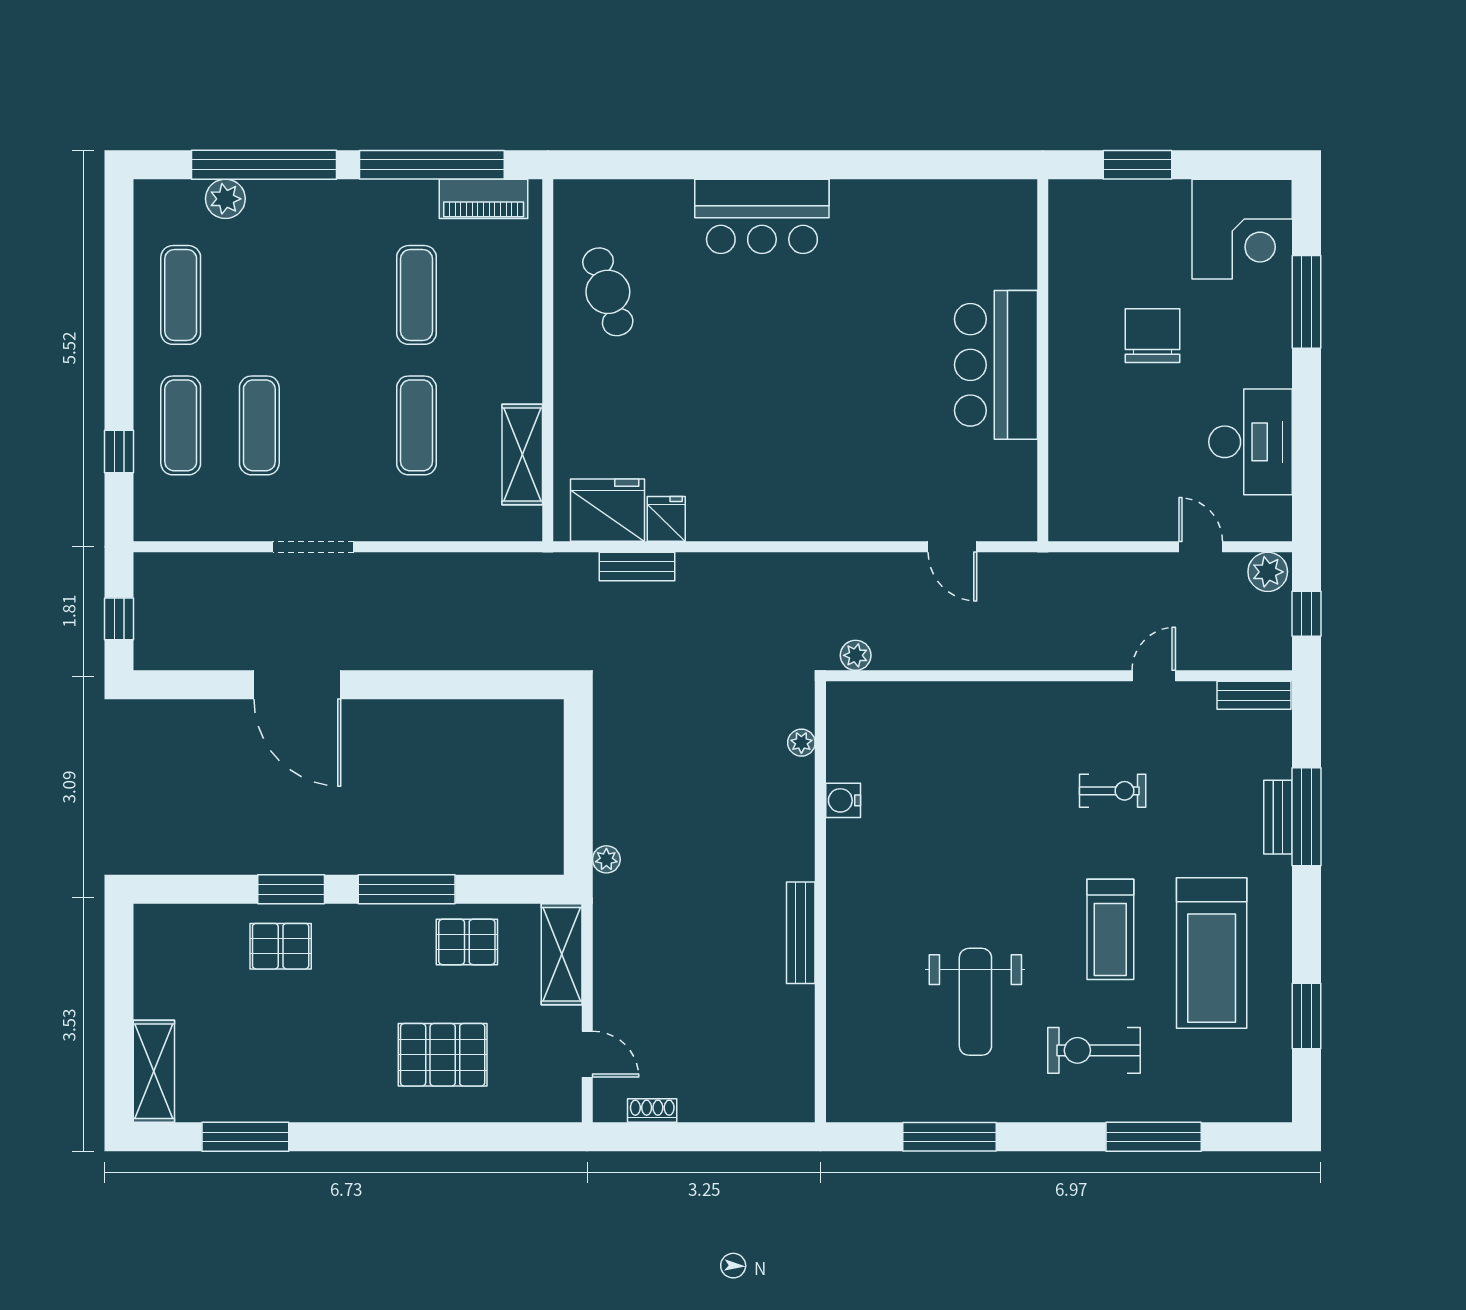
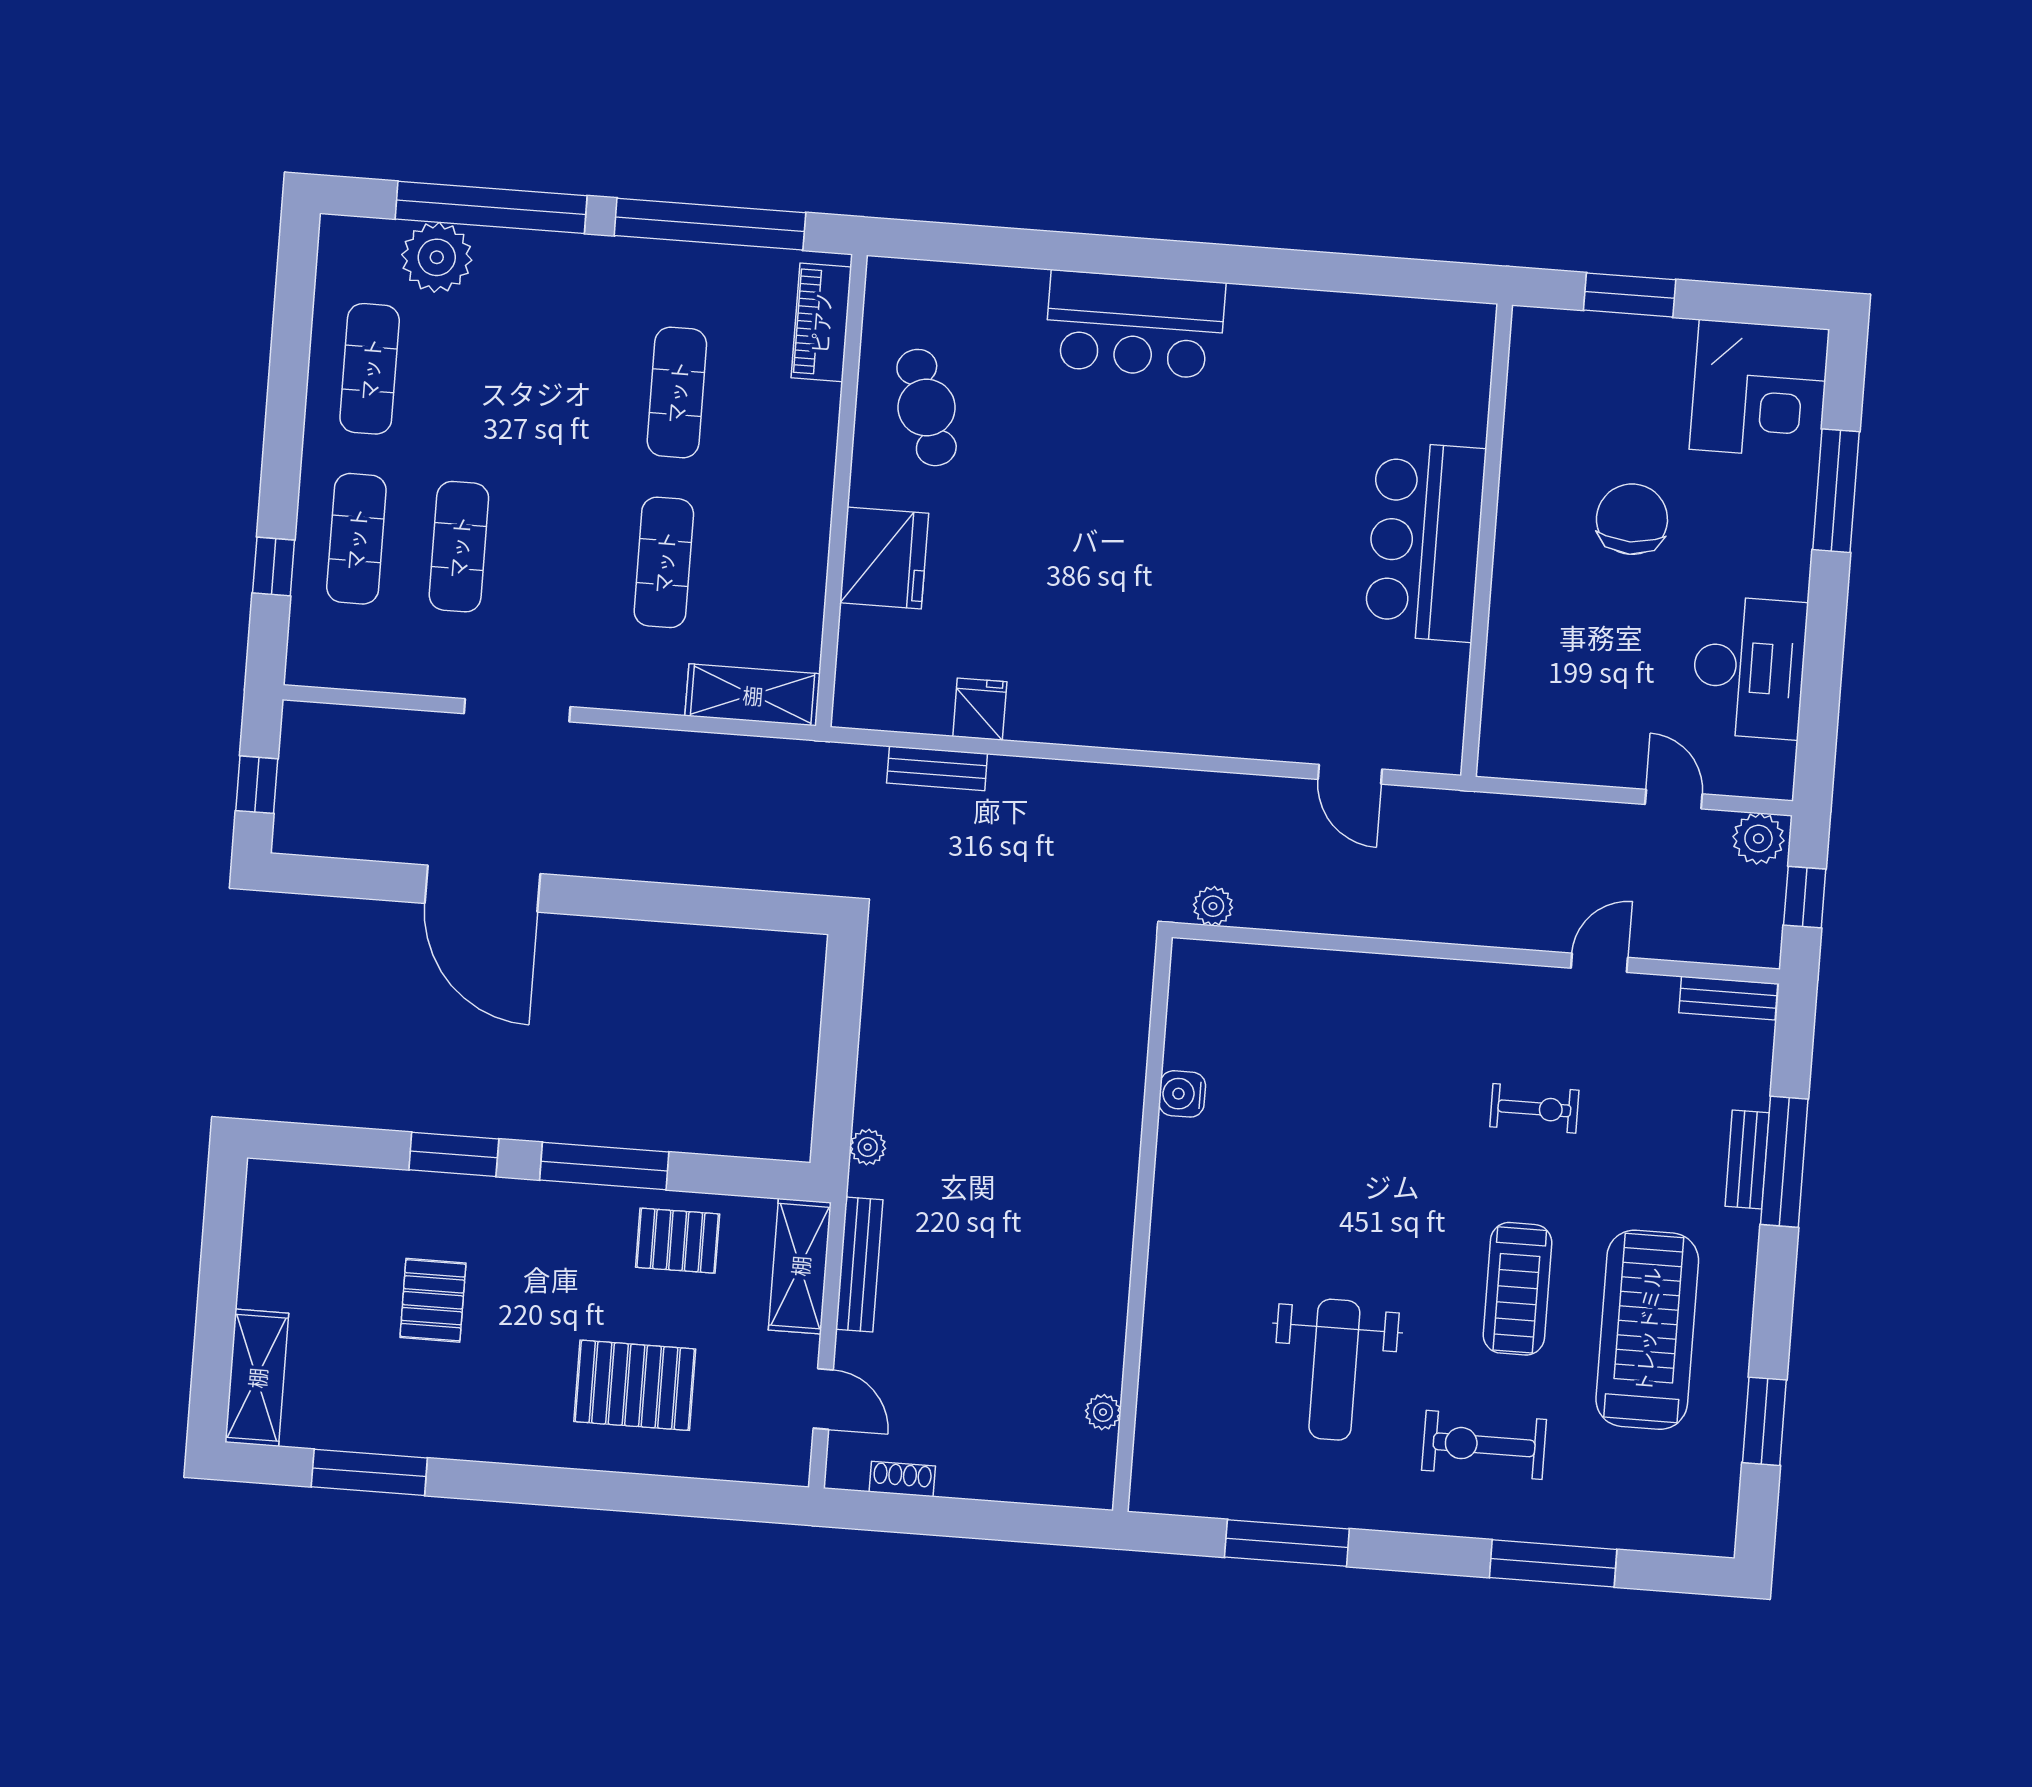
plant: (225, 199) -> (437, 257), width x1.36, depth x1.36
piano: (484, 199) -> (821, 322), moved, turned 90
shelving: (522, 455) -> (753, 695), moved, turned 90
fridge: (608, 510) -> (884, 558), moved, turned 90
plant: (801, 743) -> (1103, 1412), moved
bench: (801, 933) -> (859, 1264), moved
pallet: (281, 946) -> (433, 1300), moved, turned 90
treadmill: (1212, 953) -> (1647, 1330), turned 180

